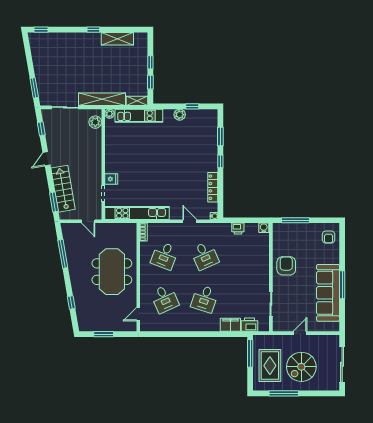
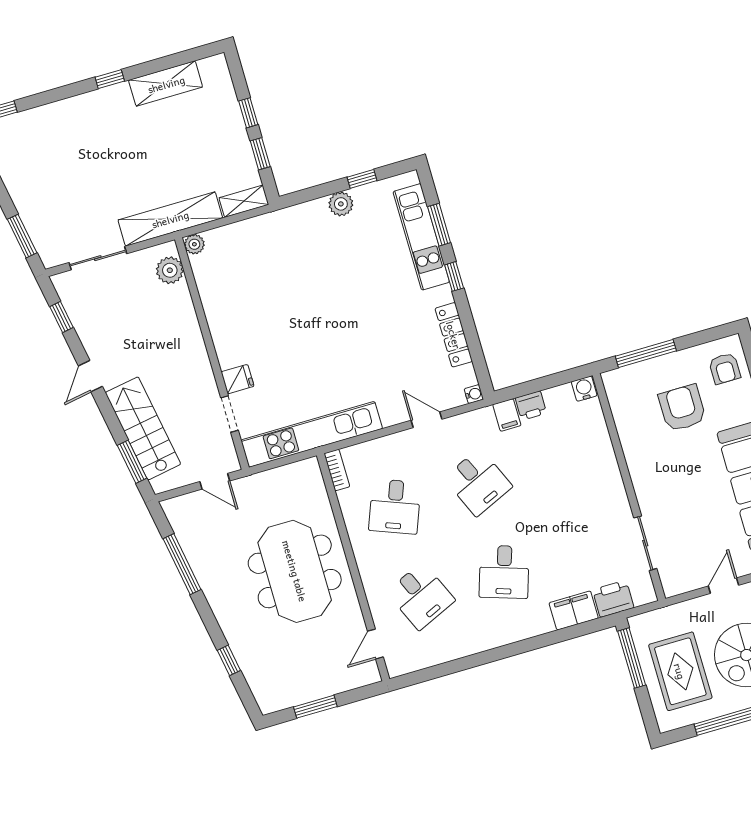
kitchen unit: (139, 116) -> (421, 237), moved, turned 90
filing cabinet: (226, 230) -> (507, 415), added
armchair: (286, 266) -> (682, 408), moved

